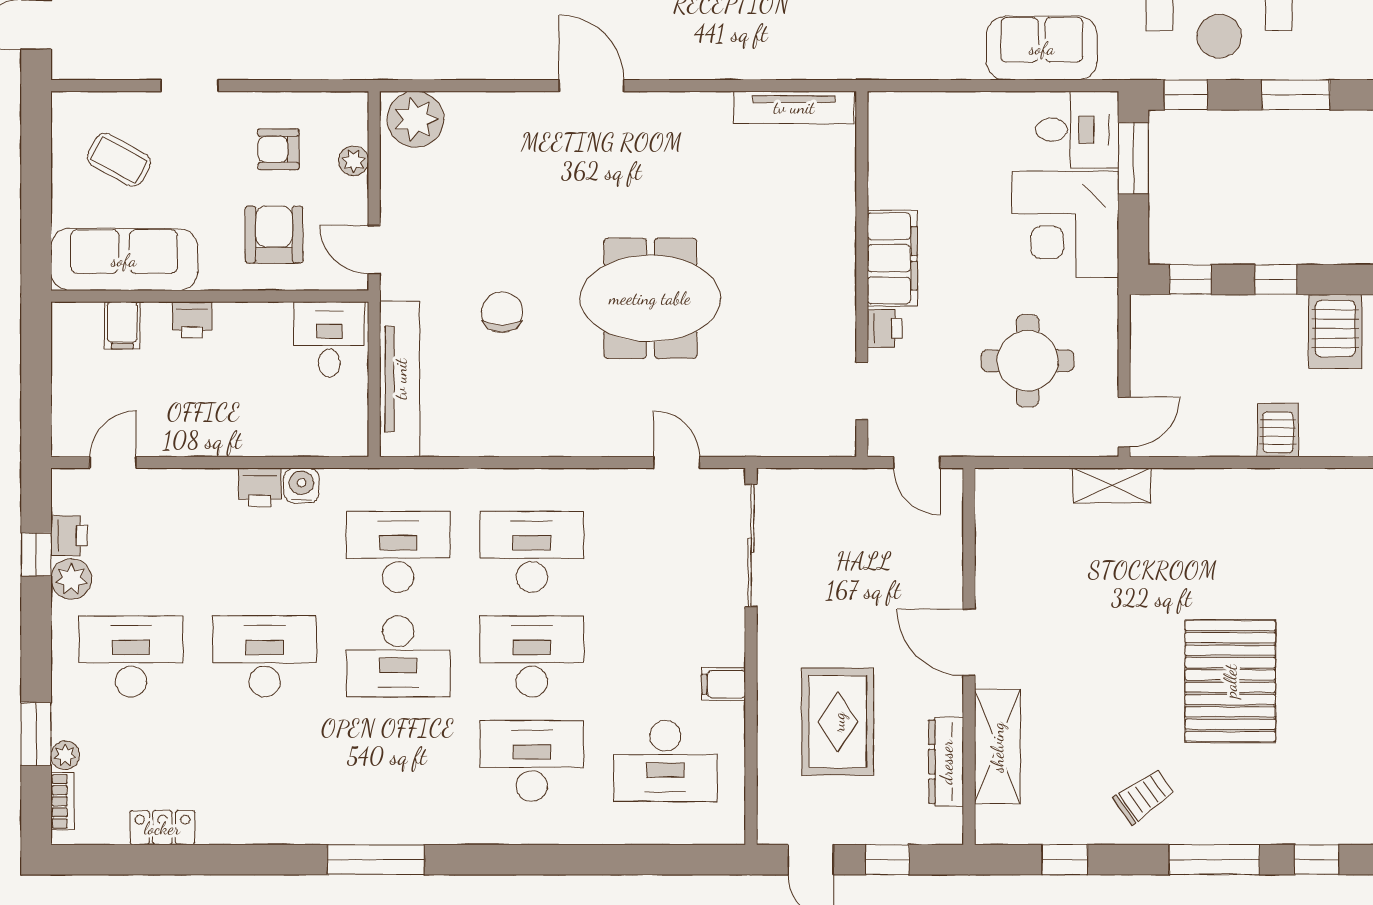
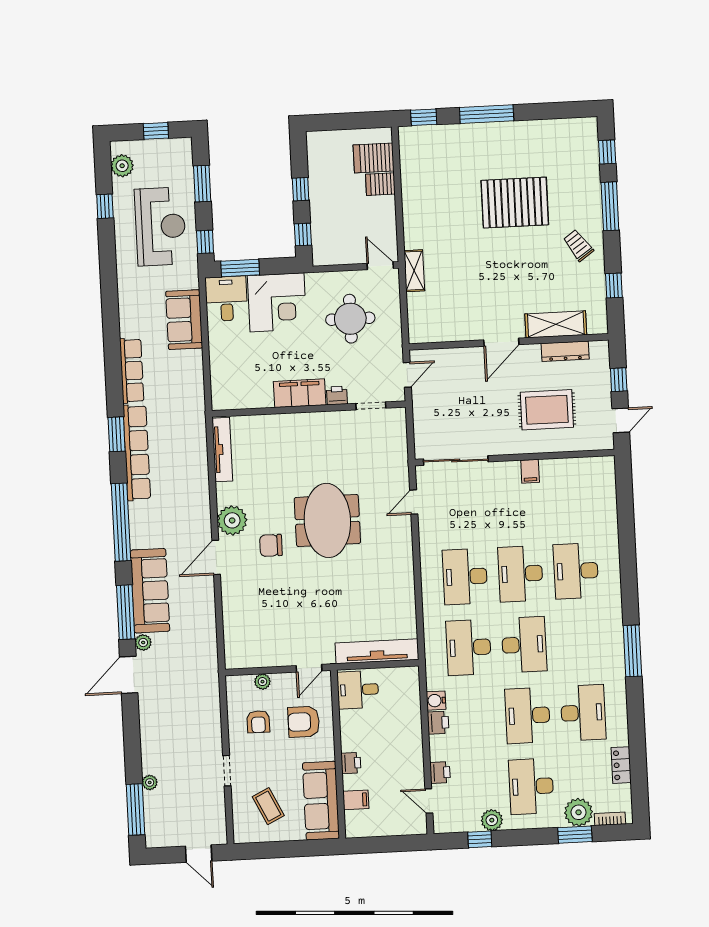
plant: (416, 119) -> (232, 520), moved
coffee table: (119, 160) -> (268, 806), turned -55
chair: (502, 312) -> (271, 545), moved
server rack: (1335, 332) -> (374, 158), moved, turned 180
printer: (69, 536) -> (440, 773), moved, turned 90
plant: (65, 755) -> (579, 812), width x1.88, depth x1.88
desk: (665, 761) -> (583, 713), moved

